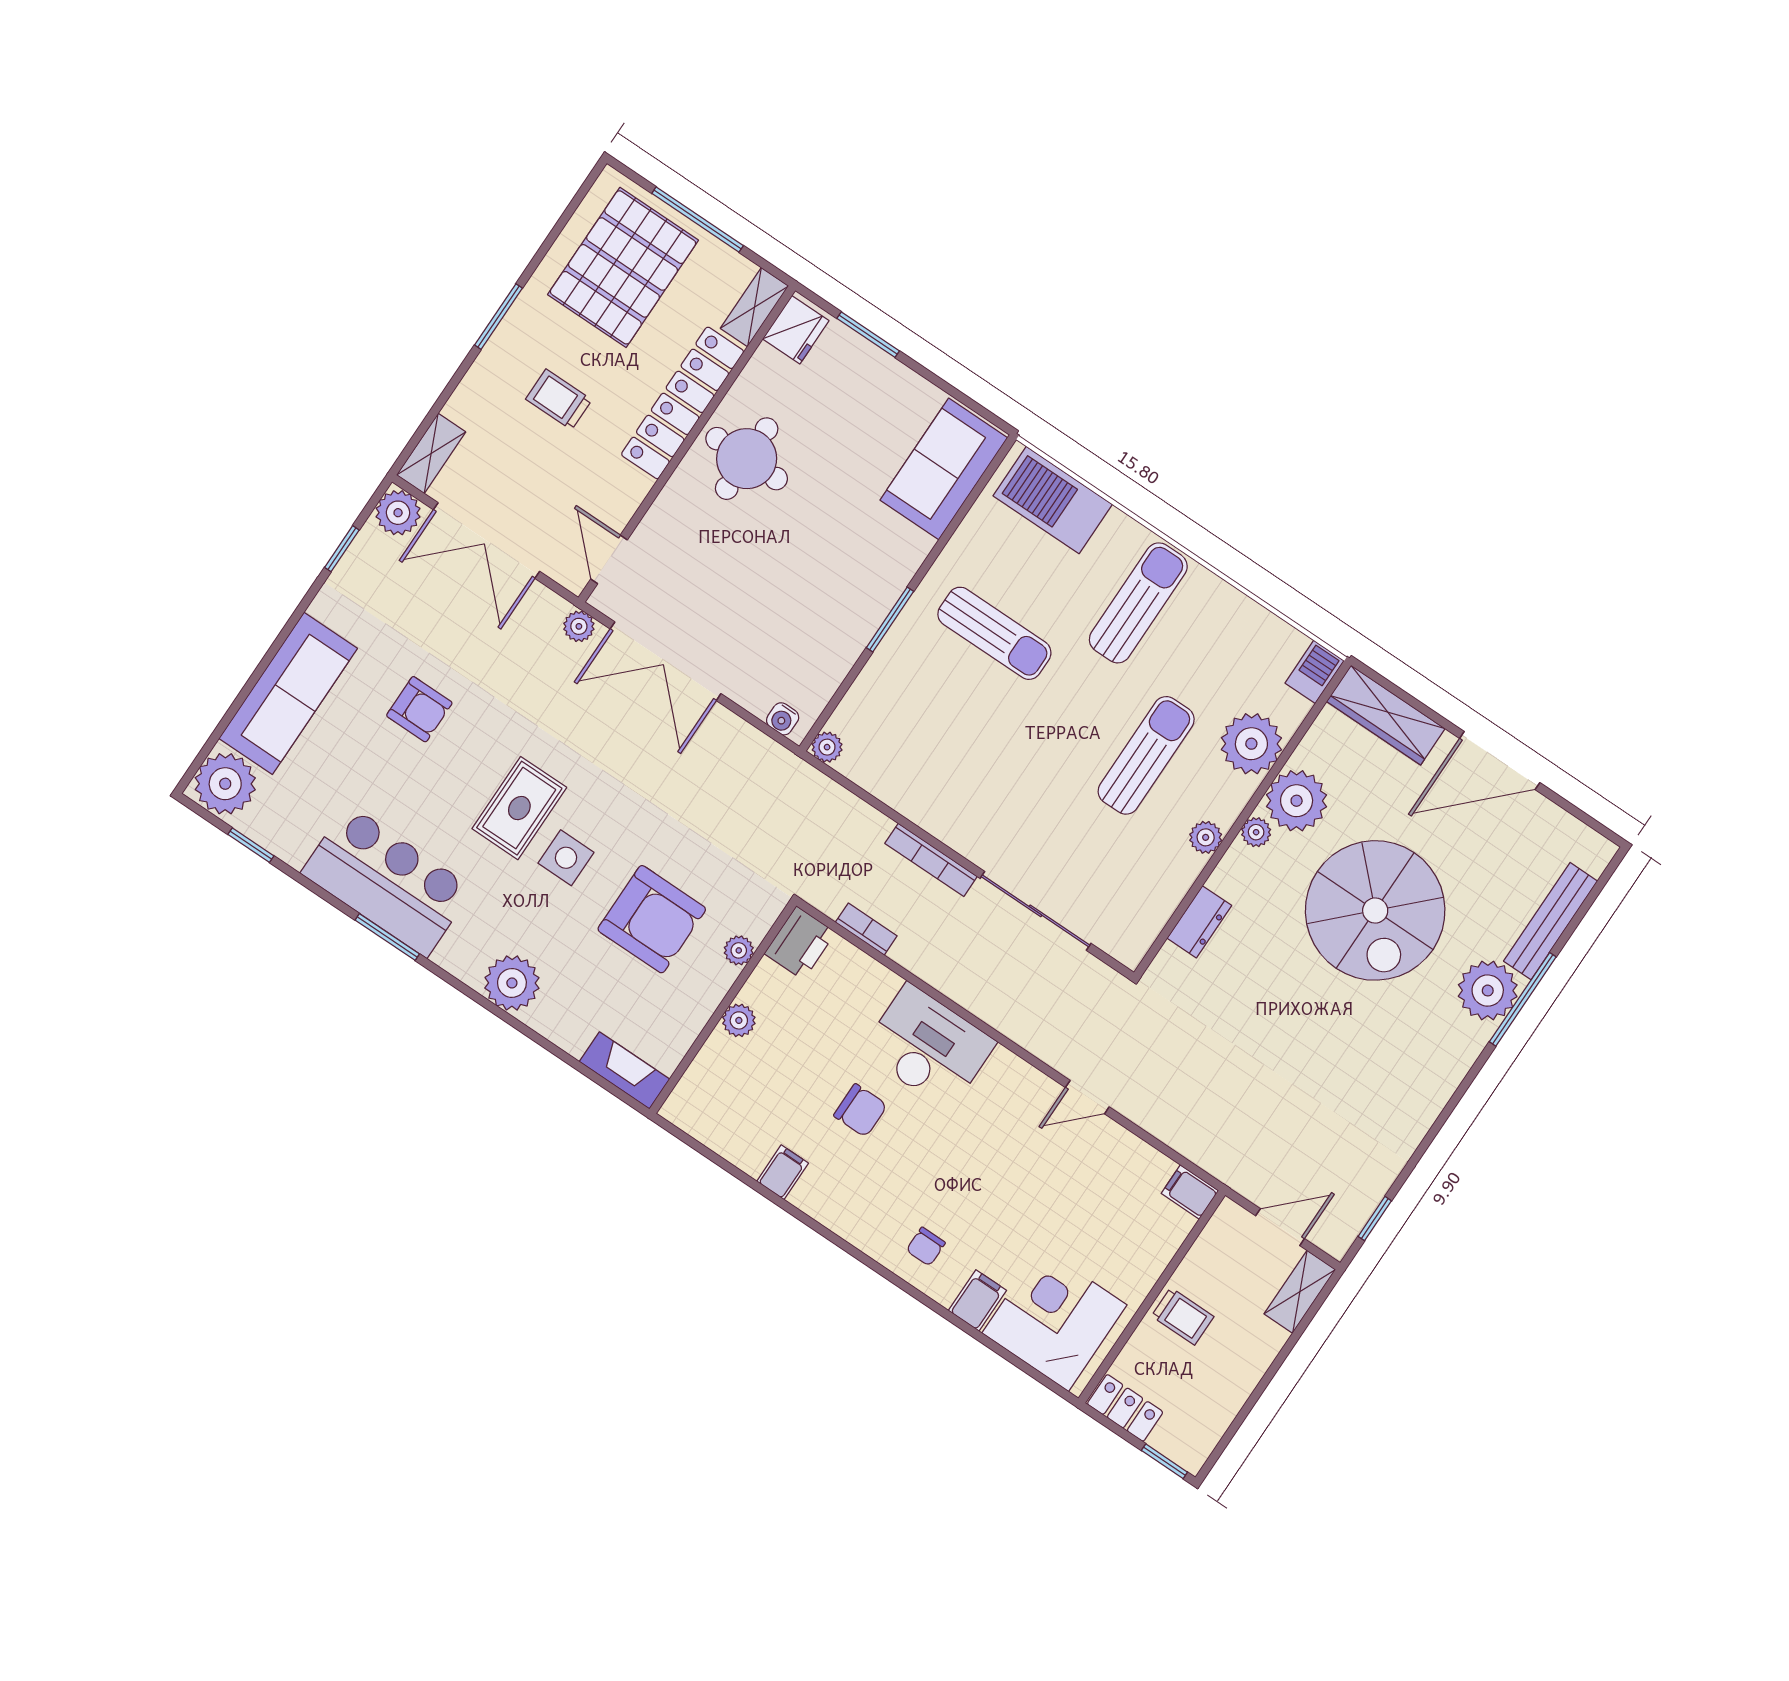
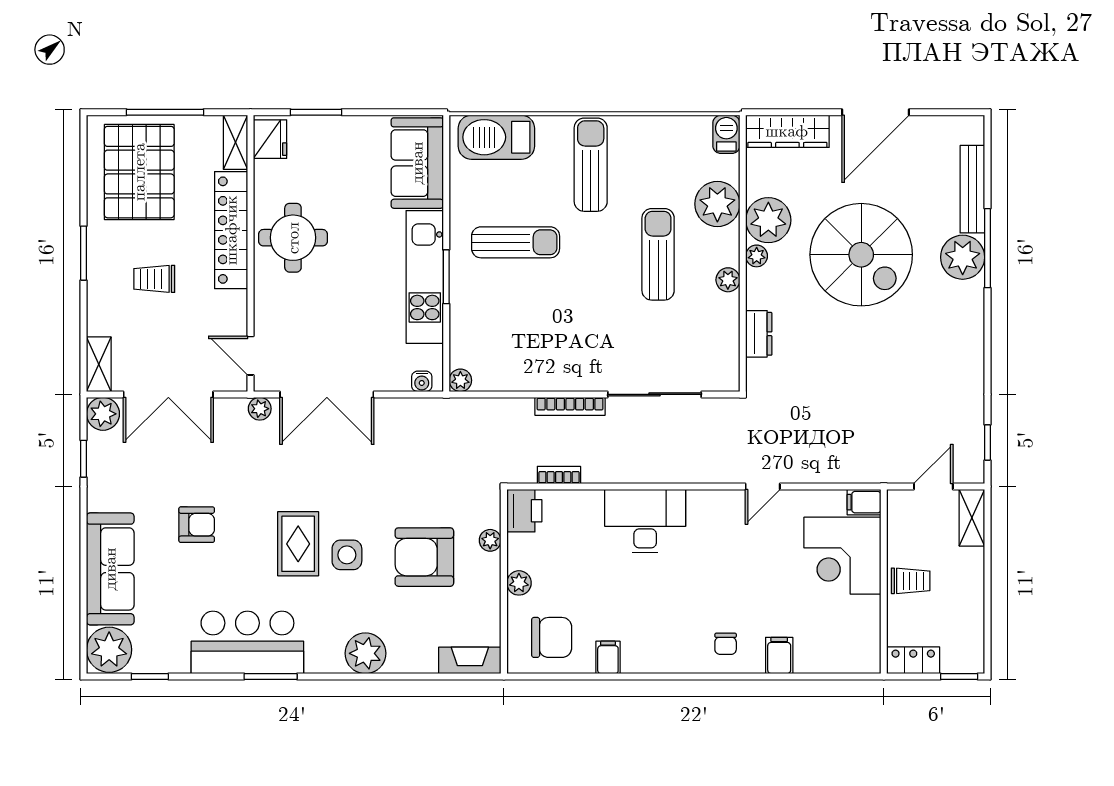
kitchen unit: (865, 603) -> (425, 277), added
armchair: (652, 919) -> (424, 557), turned 180
chair: (860, 1110) -> (552, 637), moved, width x1.37, depth x1.37
corner desk: (1054, 1319) -> (842, 556), moved, turned -90

